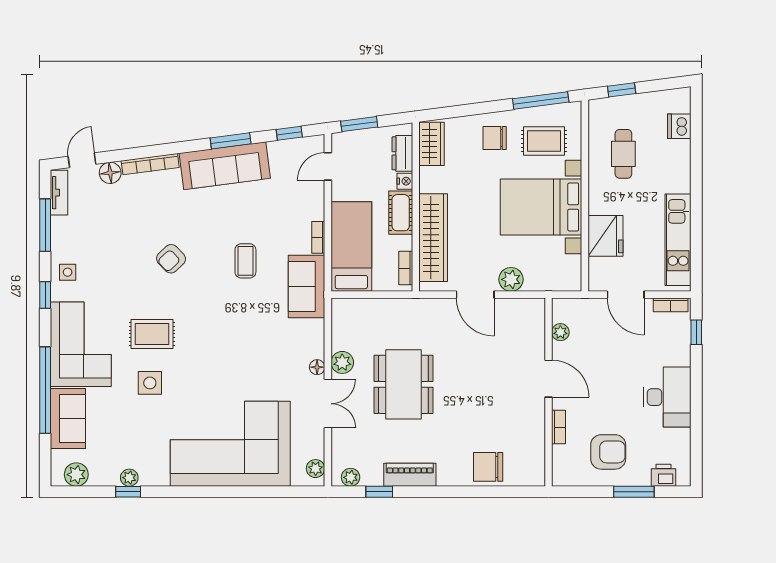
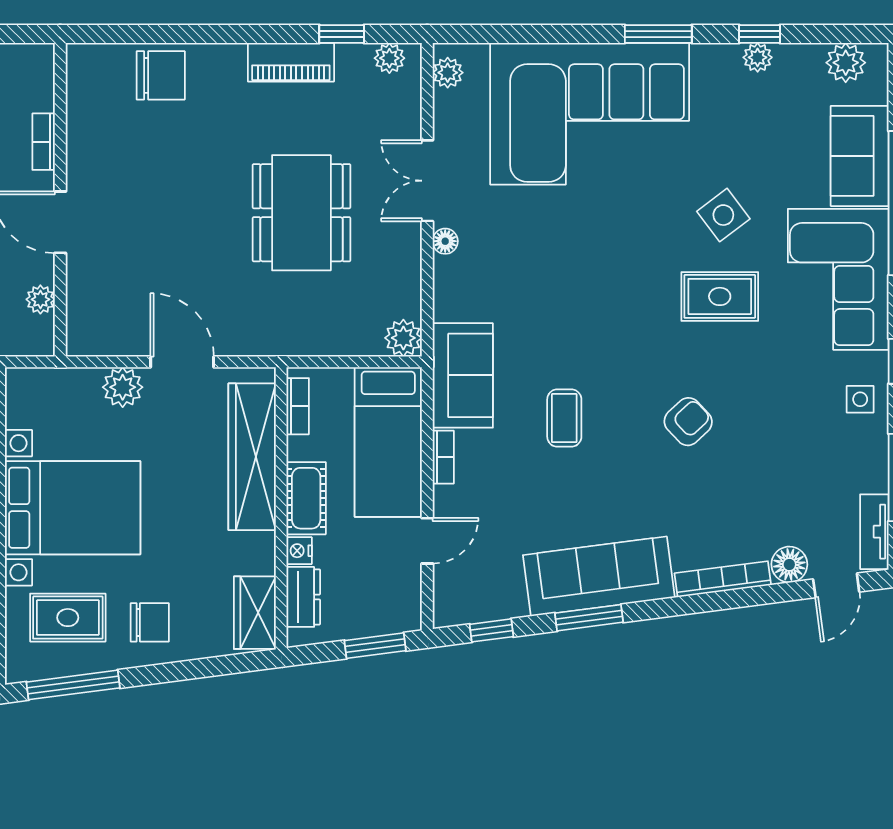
door: (328, 166) -> (427, 541), moved
plant: (342, 362) -> (403, 338), moved
side table: (150, 383) -> (723, 215), turned -37
window: (189, 492) -> (658, 34), added

